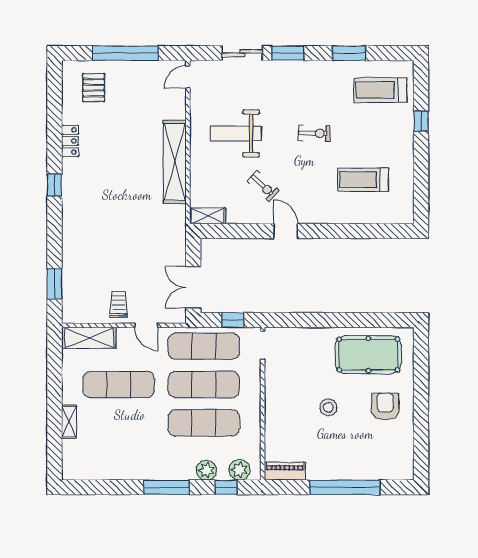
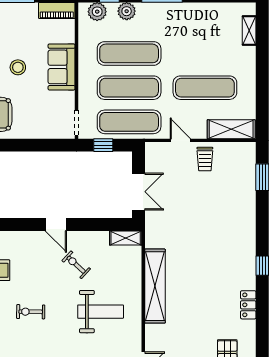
double door: (193, 287) -> (138, 192), moved
sofa: (279, 408) -> (62, 67), added
shelving: (69, 422) -> (249, 31), moved

